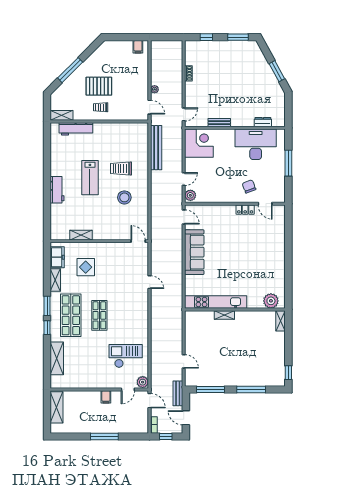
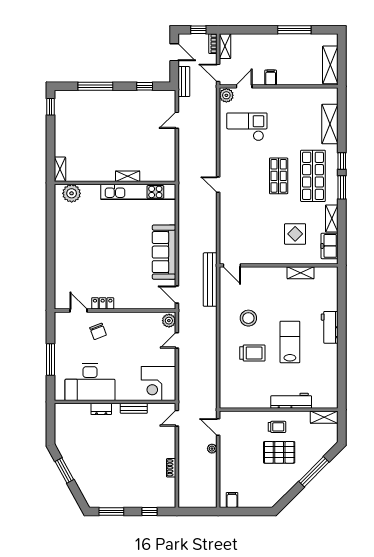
dresser: (263, 122) -> (101, 409), moved
workbench: (76, 129) -> (291, 401), moved
bench: (156, 148) -> (210, 280), moved
door: (150, 282) -> (218, 185), moved
checkout: (126, 356) -> (247, 127), turned 180
door: (184, 361) -> (177, 120), hinge flipped
window: (210, 390) -> (145, 86), width x0.46
shelving: (144, 423) -> (225, 46), added
window: (104, 436) -> (294, 30), moved

